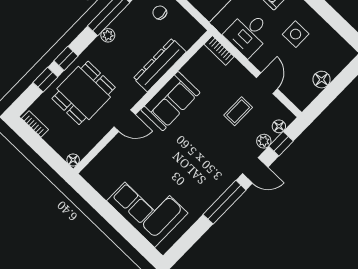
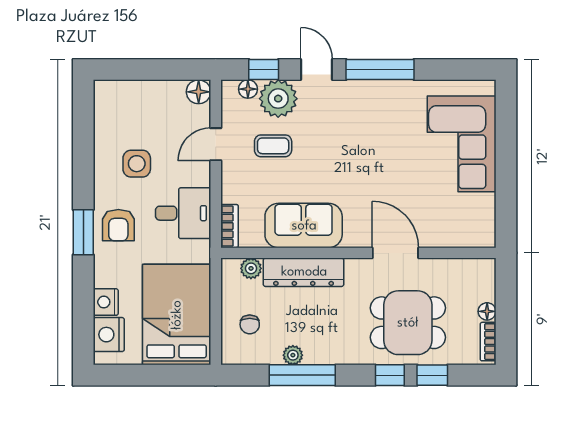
plant: (108, 35) -> (293, 355), moved
plant: (187, 41) -> (251, 268), added
floor lamp: (322, 80) -> (199, 92), moved
sofa: (170, 101) -> (304, 226), moved
door: (125, 121) -> (395, 253), width x1.37
plant: (264, 141) -> (278, 99), width x1.88, depth x1.88
floor lamp: (73, 160) -> (487, 311), moved

